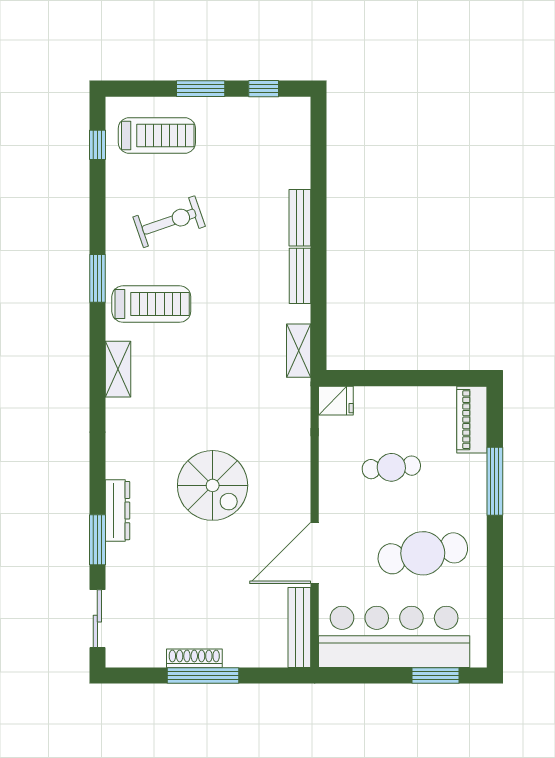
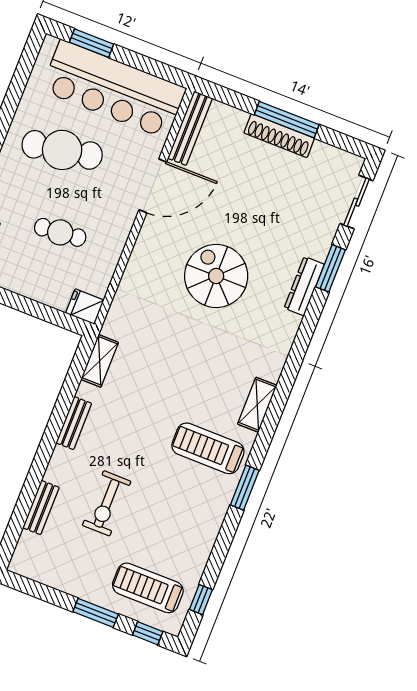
window: (264, 89) -> (148, 633), moved
bench: (300, 218) -> (41, 508), moved
exercise bike: (169, 222) -> (107, 503), moved, turned -71
shoe rack: (194, 658) -> (279, 136), width x1.36, depth x1.24

